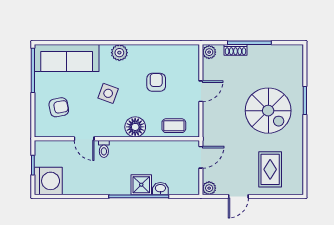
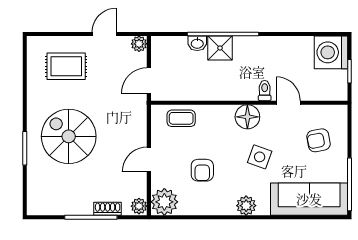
plant: (188, 56) -> (164, 202), added
floor lamp: (135, 127) -> (247, 117), moved
rug: (270, 169) -> (66, 66), turned 90

